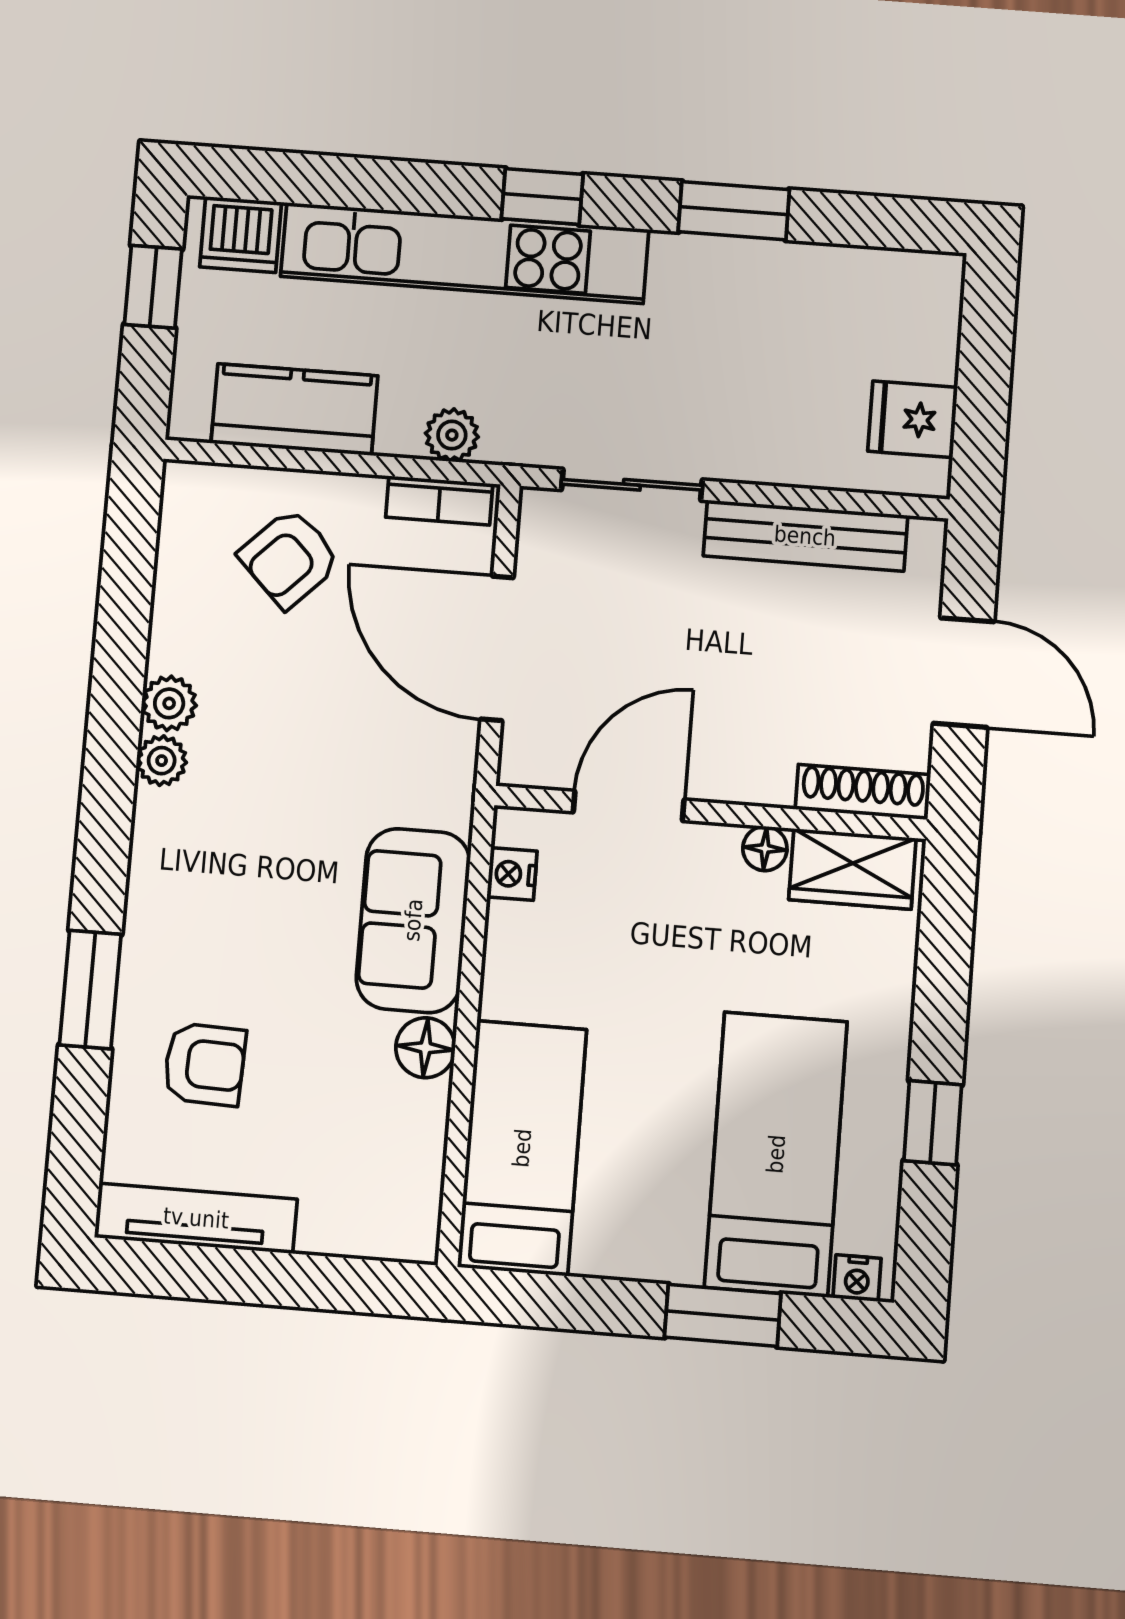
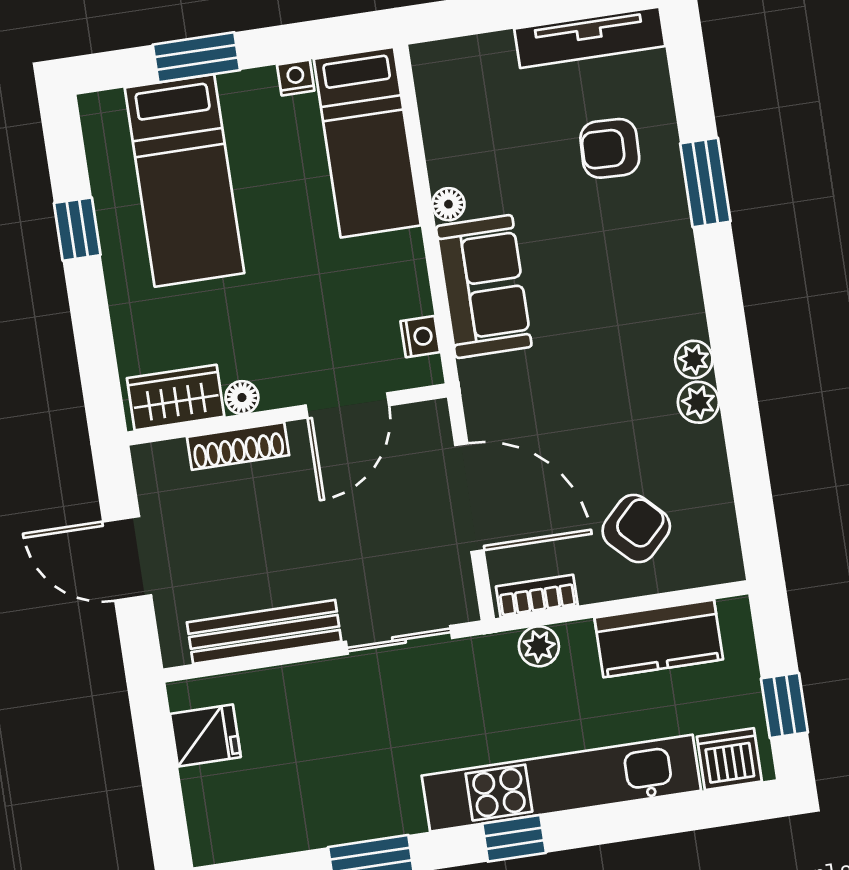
shoe rack: (863, 792) -> (238, 446), moved
floor lamp: (425, 1048) -> (448, 204), width x0.73, depth x0.73
nightstand: (857, 1278) -> (296, 78), moved

